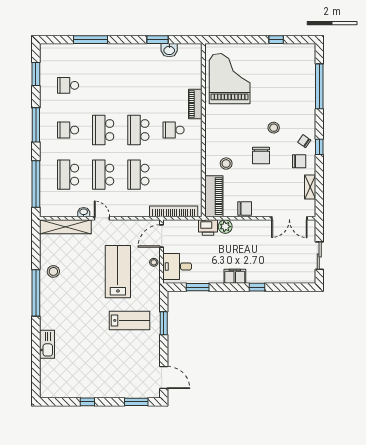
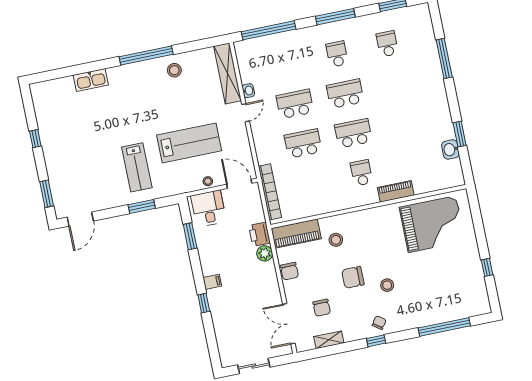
chair: (299, 161) -> (322, 308), moved
school desk: (68, 175) -> (287, 64), removed
filing cabinet: (235, 276) -> (212, 282), width x0.50

